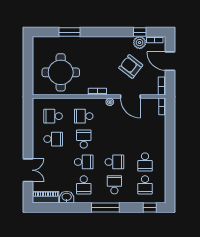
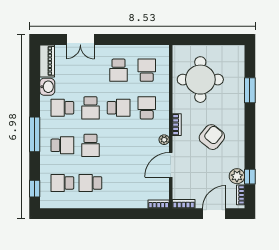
armchair: (131, 66) -> (212, 137), moved

